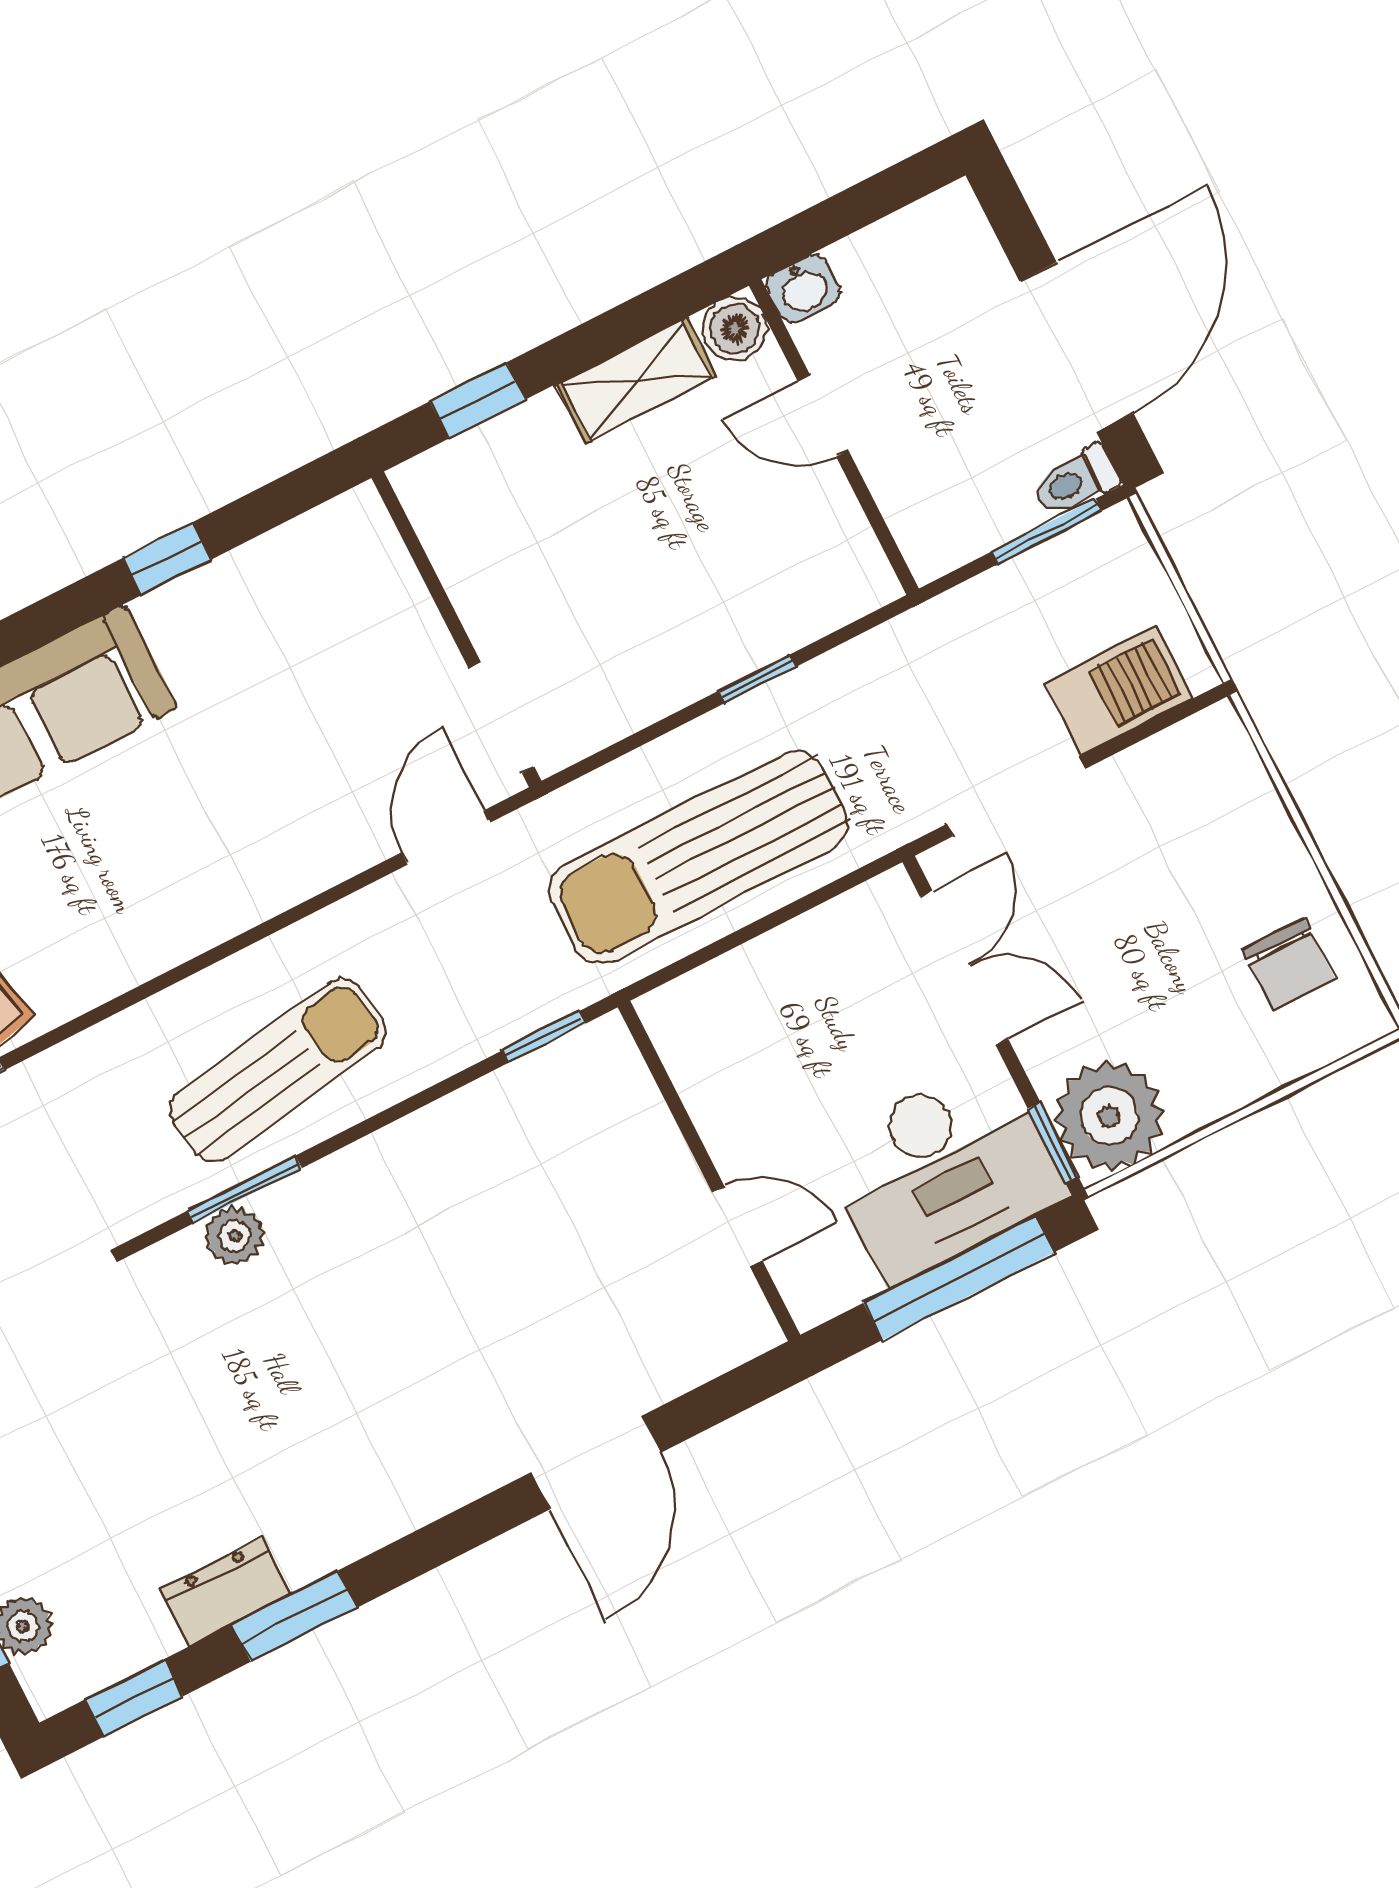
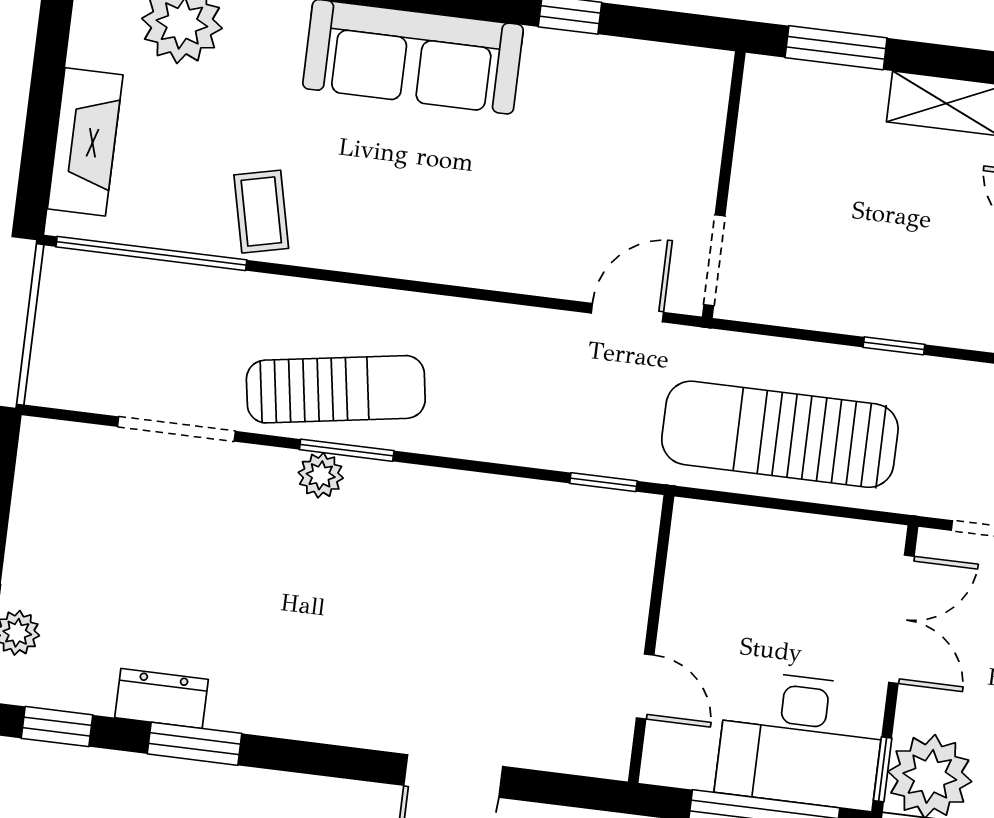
window: (477, 400) -> (836, 48), width x1.50
sun lounger: (278, 1070) -> (336, 389), moved

